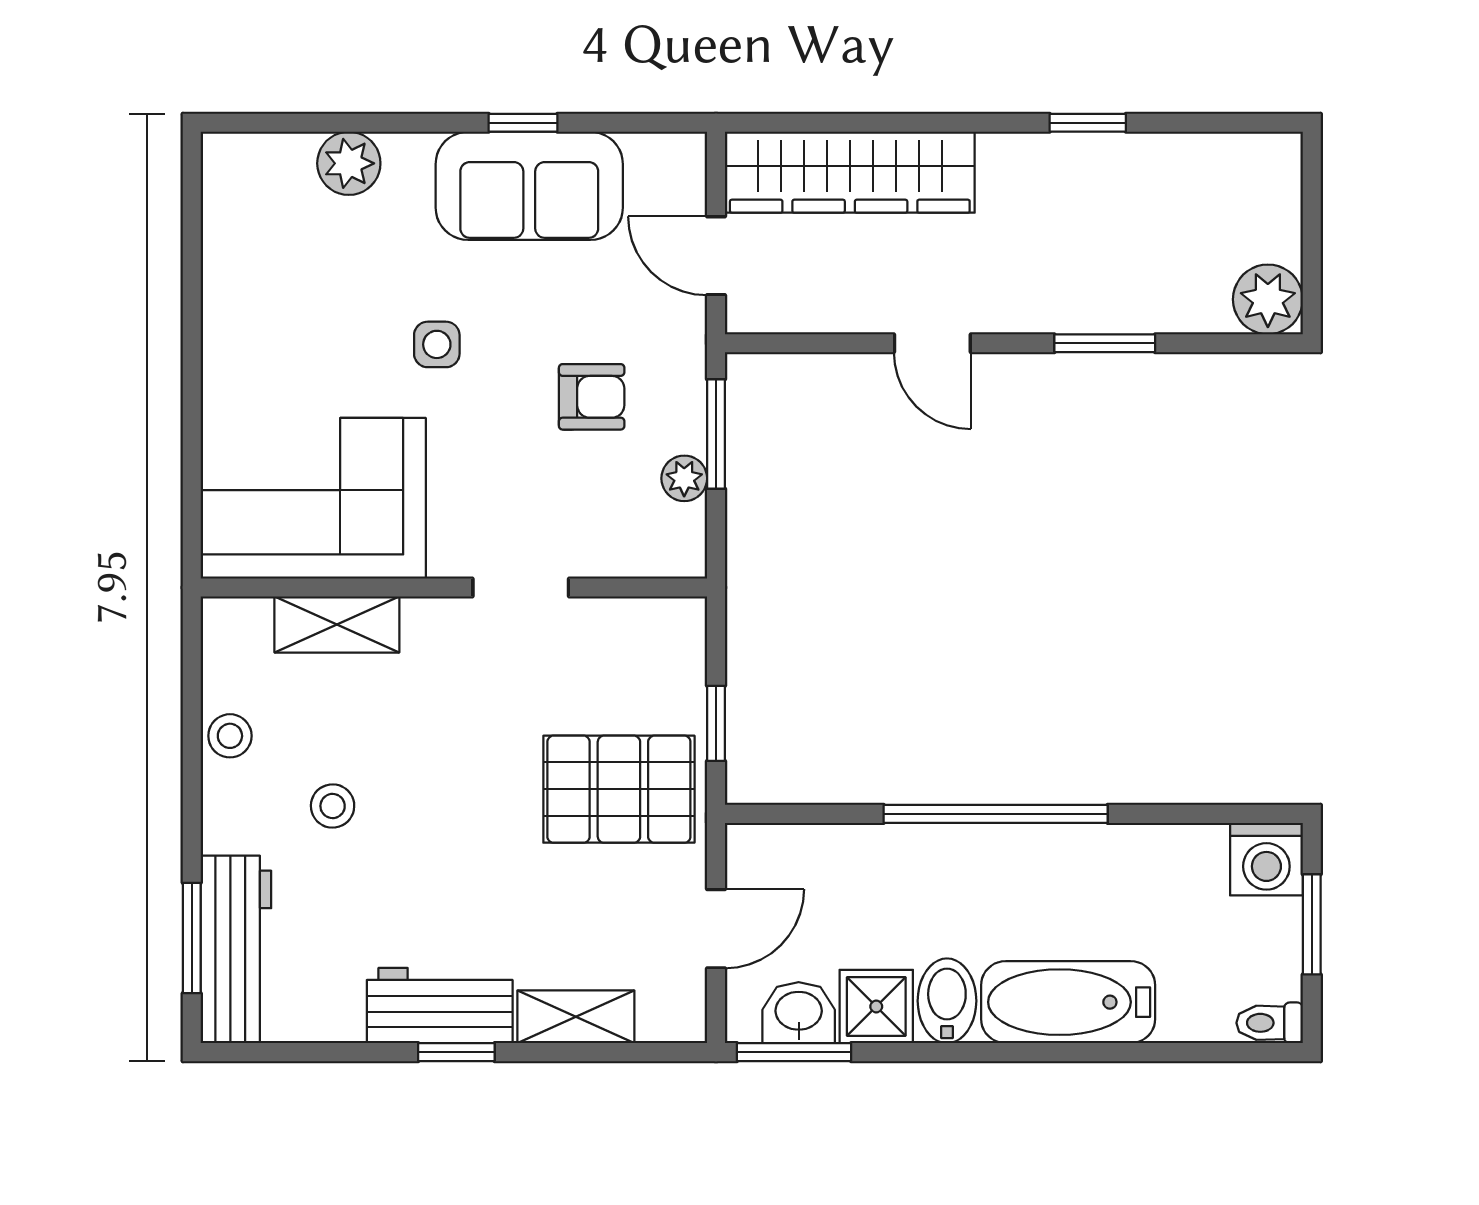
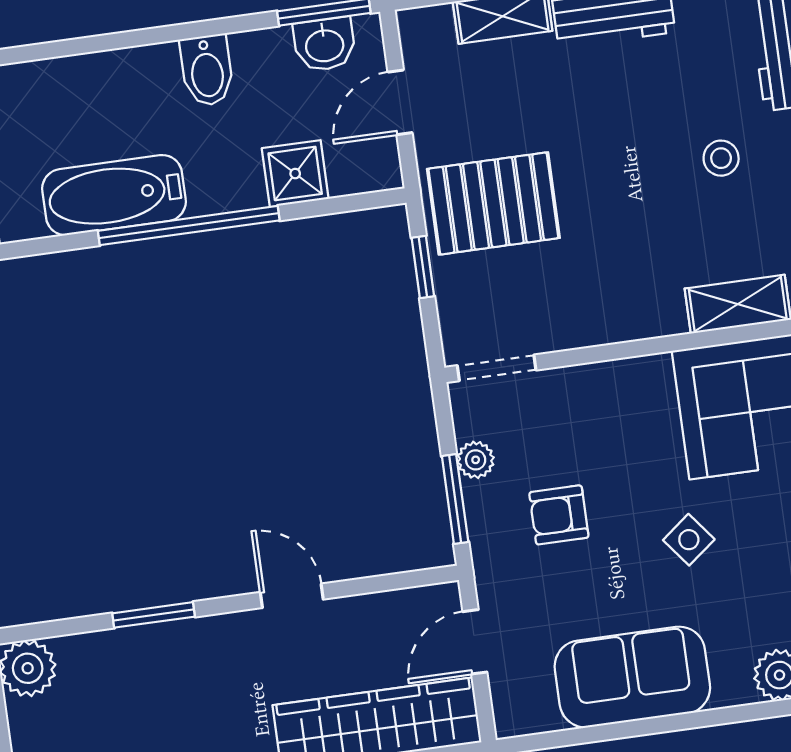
window: (523, 123) -> (644, 727), removed
door: (716, 256) -> (475, 642), swing flipped
side table: (437, 344) -> (689, 540), turned -38
doorway: (521, 587) -> (497, 368), moved
bathtub: (1068, 1002) -> (114, 195), moved, turned 180
shower: (876, 1006) -> (295, 174), moved

